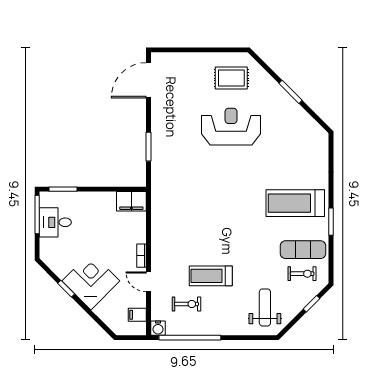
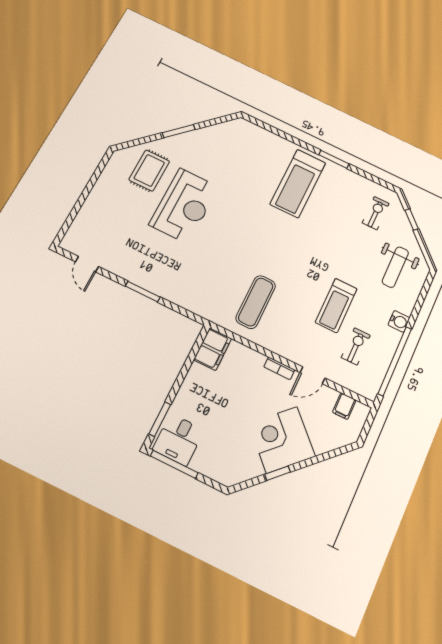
rug: (231, 78) -> (149, 170), moved
door: (148, 80) -> (87, 264), width x0.53
reception desk: (231, 127) -> (184, 206), turned 180
window: (148, 147) -> (143, 292), moved
desk: (55, 222) -> (178, 440), moved
exercise mat: (303, 250) -> (256, 302), moved
weight bench: (265, 307) -> (395, 267), turned -90
water cooler: (158, 328) -> (399, 321), moved

